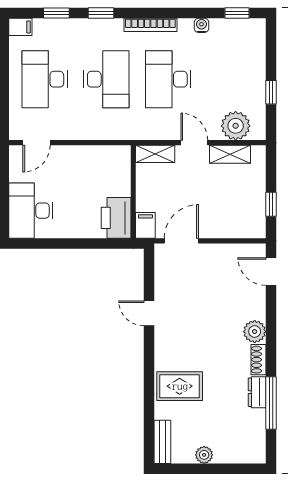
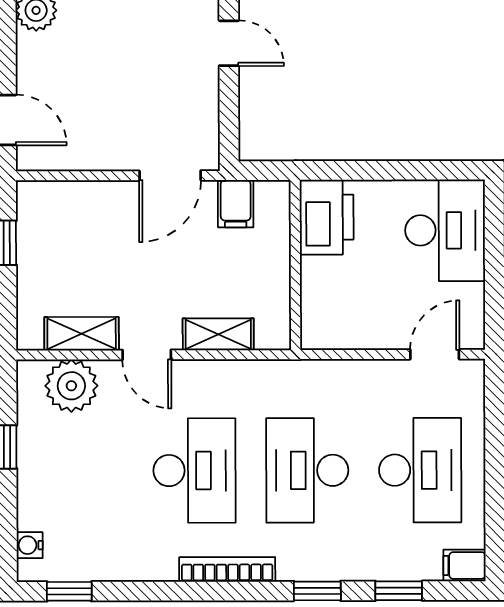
water cooler: (201, 25) -> (30, 545), moved, turned 90
wall: (133, 192) -> (295, 265), moved
printer: (116, 218) -> (327, 217), moved

